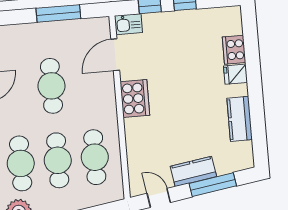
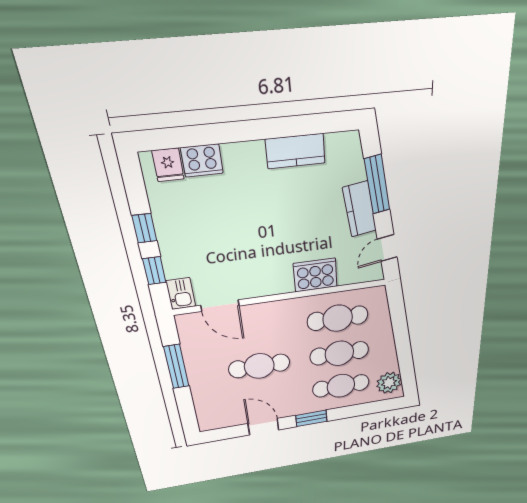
fridge: (236, 74) -> (168, 165), moved
cooker: (135, 98) -> (315, 275), moved

